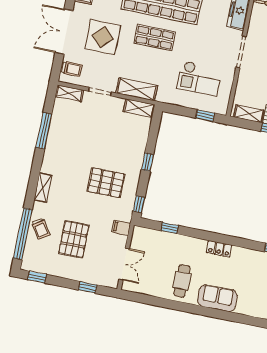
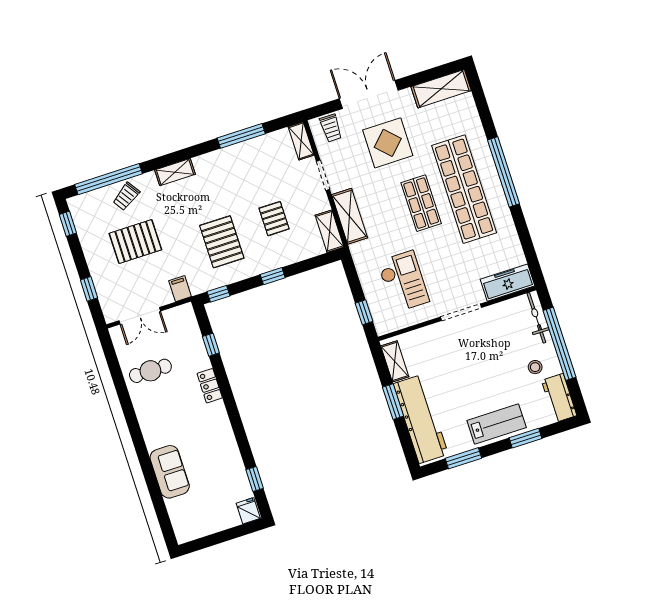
checkout: (200, 78) -> (403, 282), turned 180
pallet: (110, 140) -> (274, 219), added
locker: (219, 249) -> (210, 386), moved
cafe table: (182, 281) -> (150, 371), moved
sofa: (217, 298) -> (170, 472), moved

